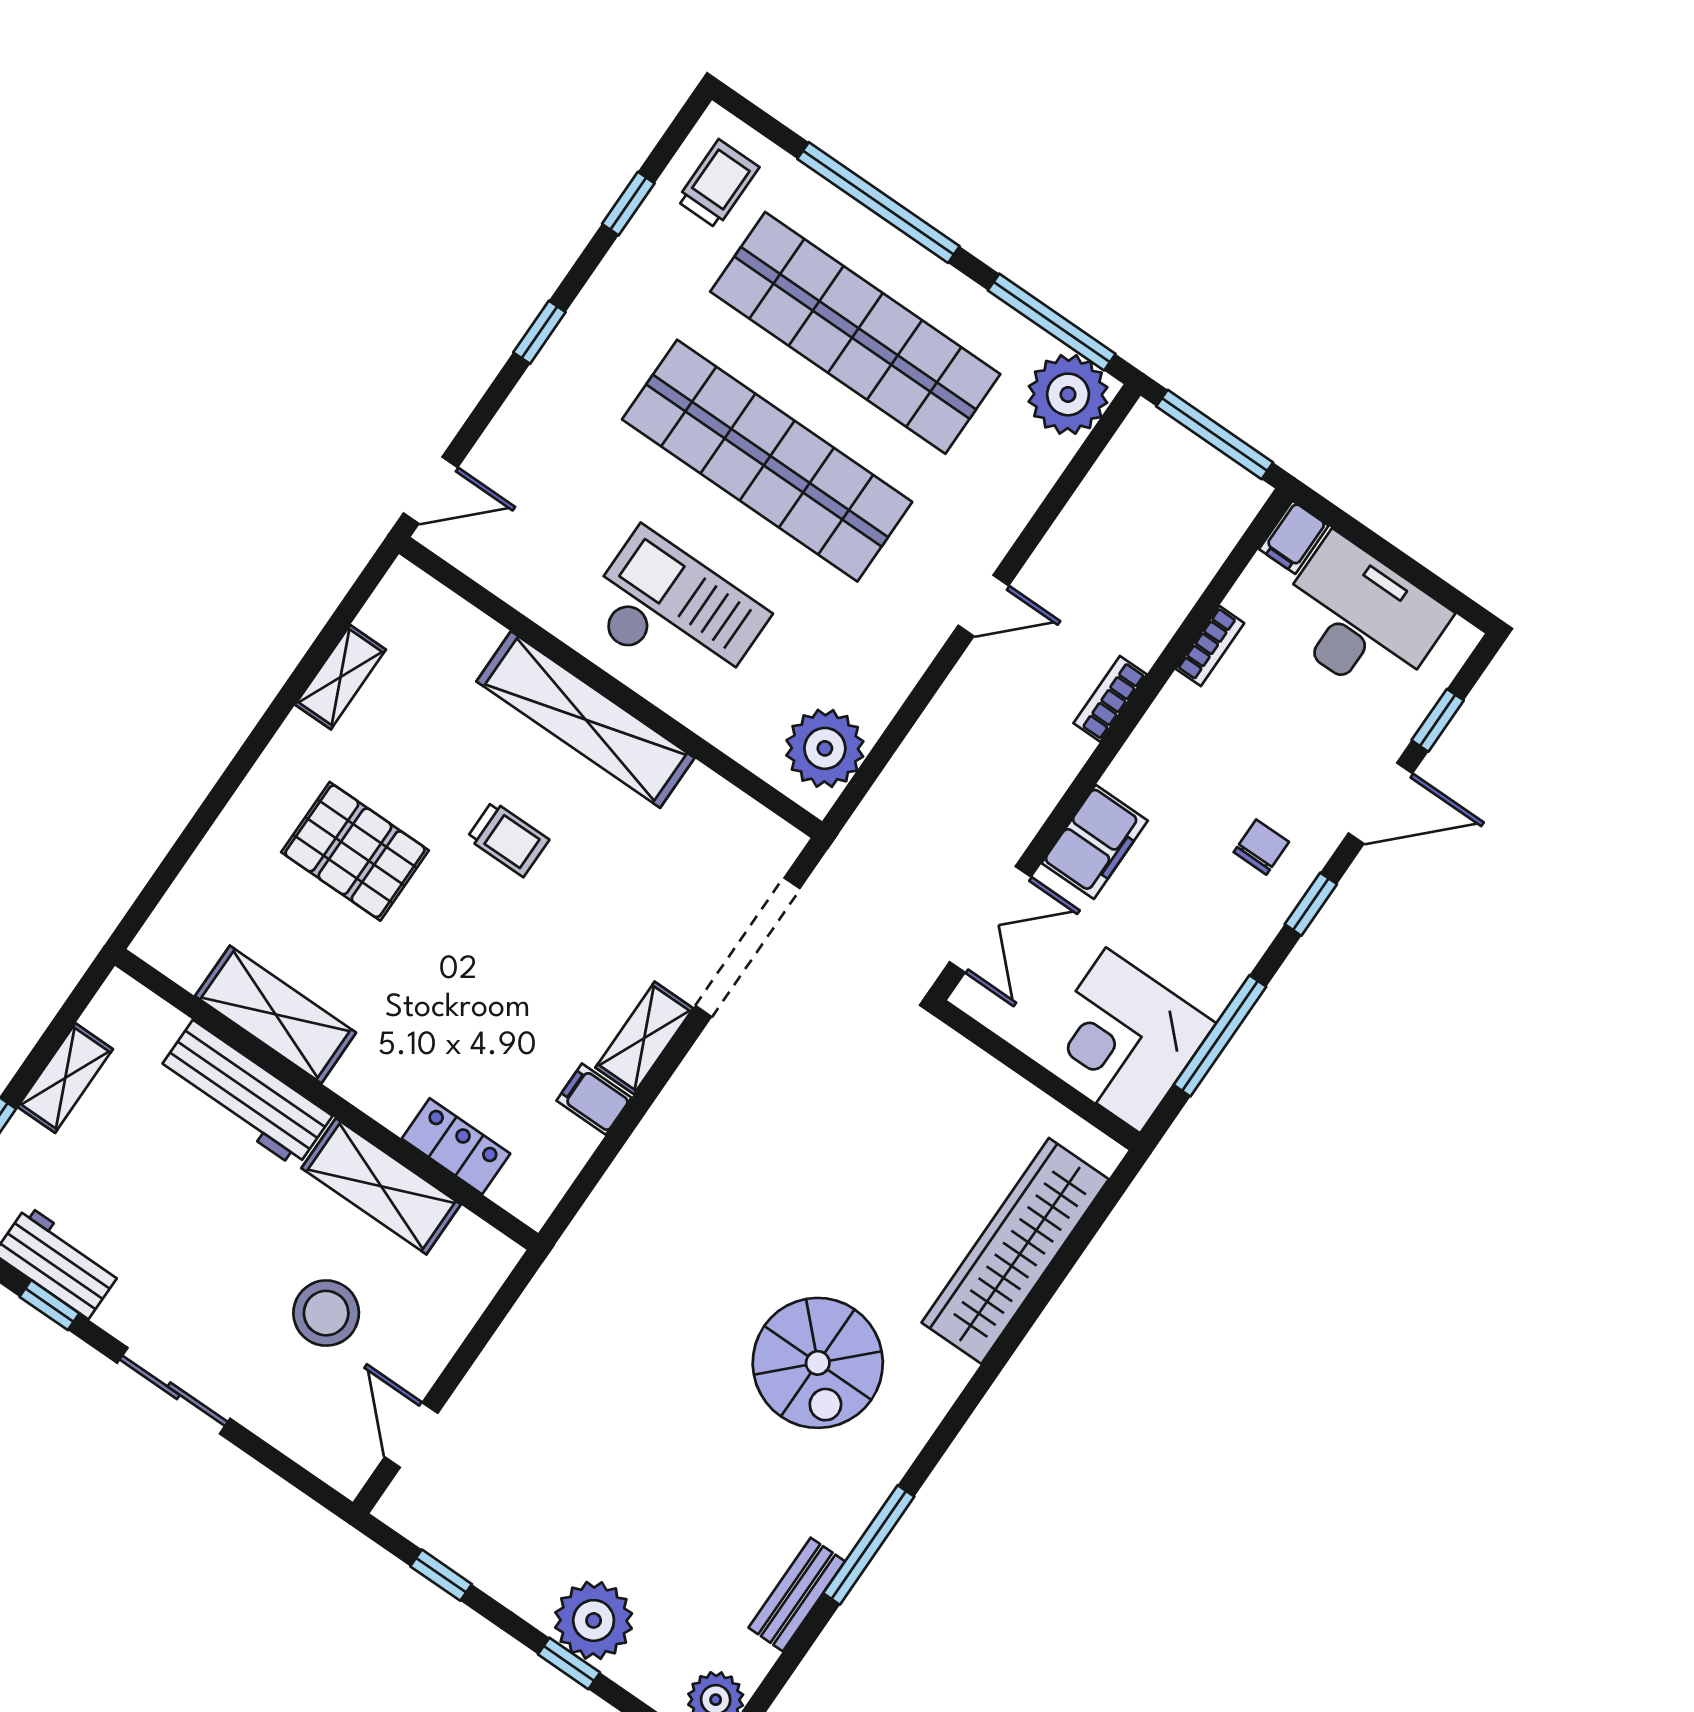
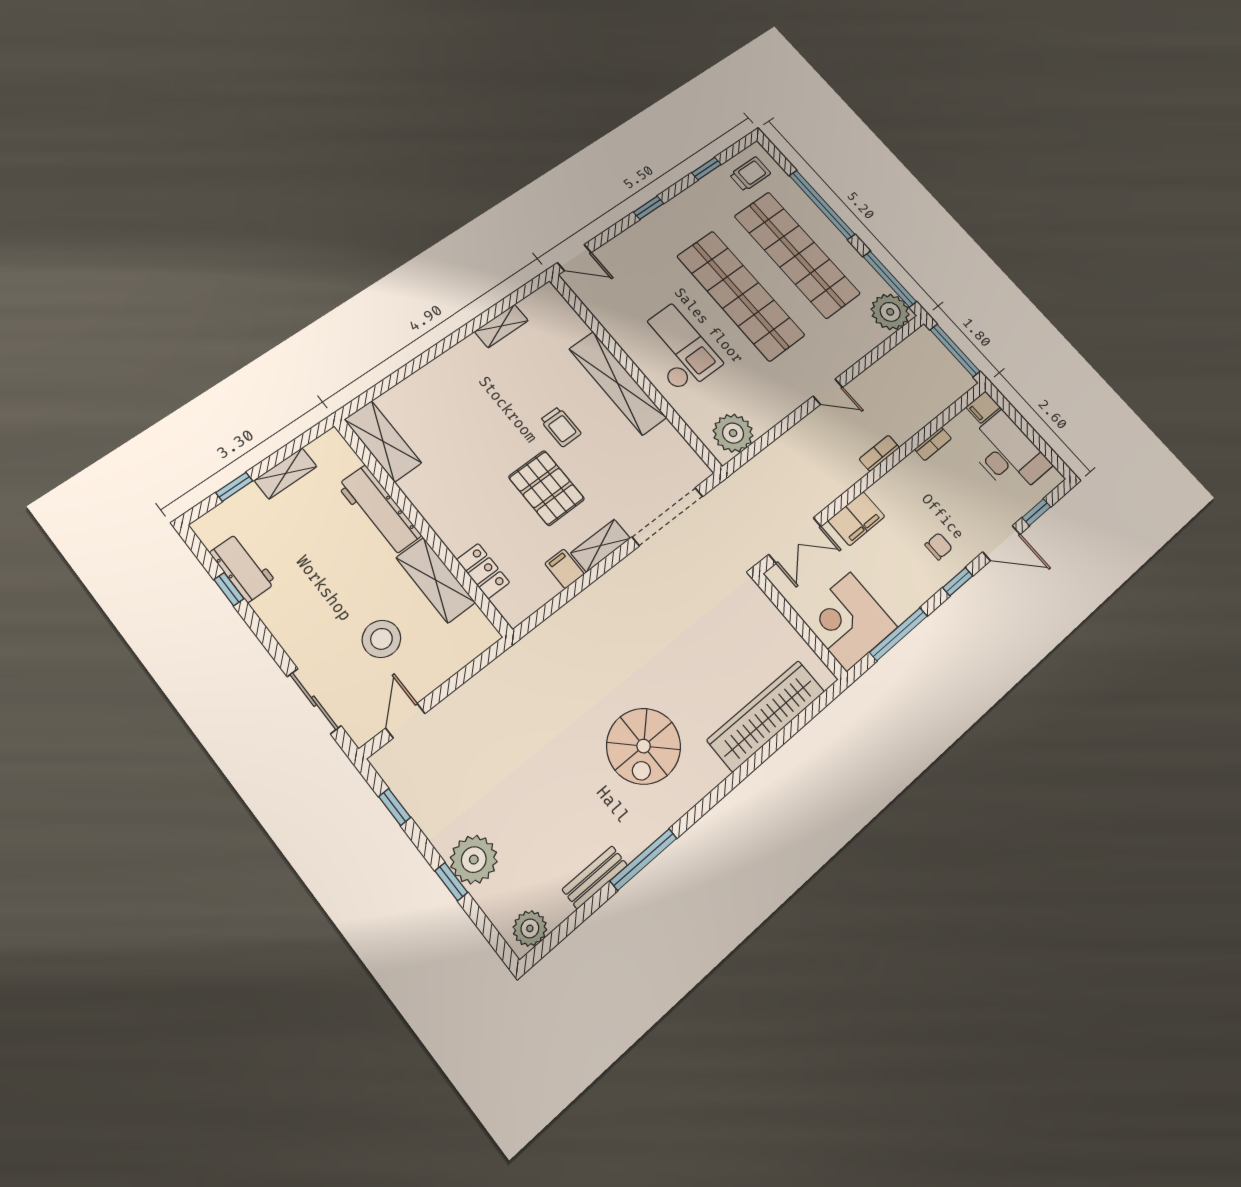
pallet: (355, 851) -> (546, 488), moved
shelving: (276, 1014) -> (383, 441), moved
sliding door: (174, 1391) -> (314, 701), moved

